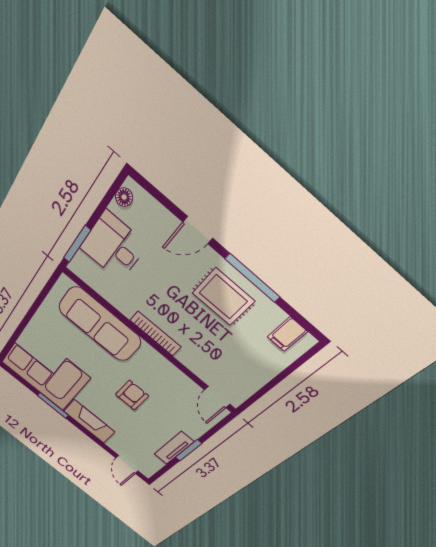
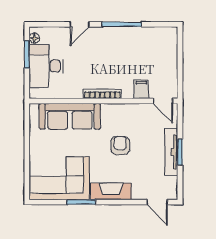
window: (77, 244) -> (27, 54), moved
desk: (113, 246) -> (46, 66), width x1.37
rug: (223, 297) -> (117, 45), removed
filing cabinet: (287, 334) -> (141, 89), moved, turned 180
tv unit: (174, 448) -> (171, 152), width x1.41

